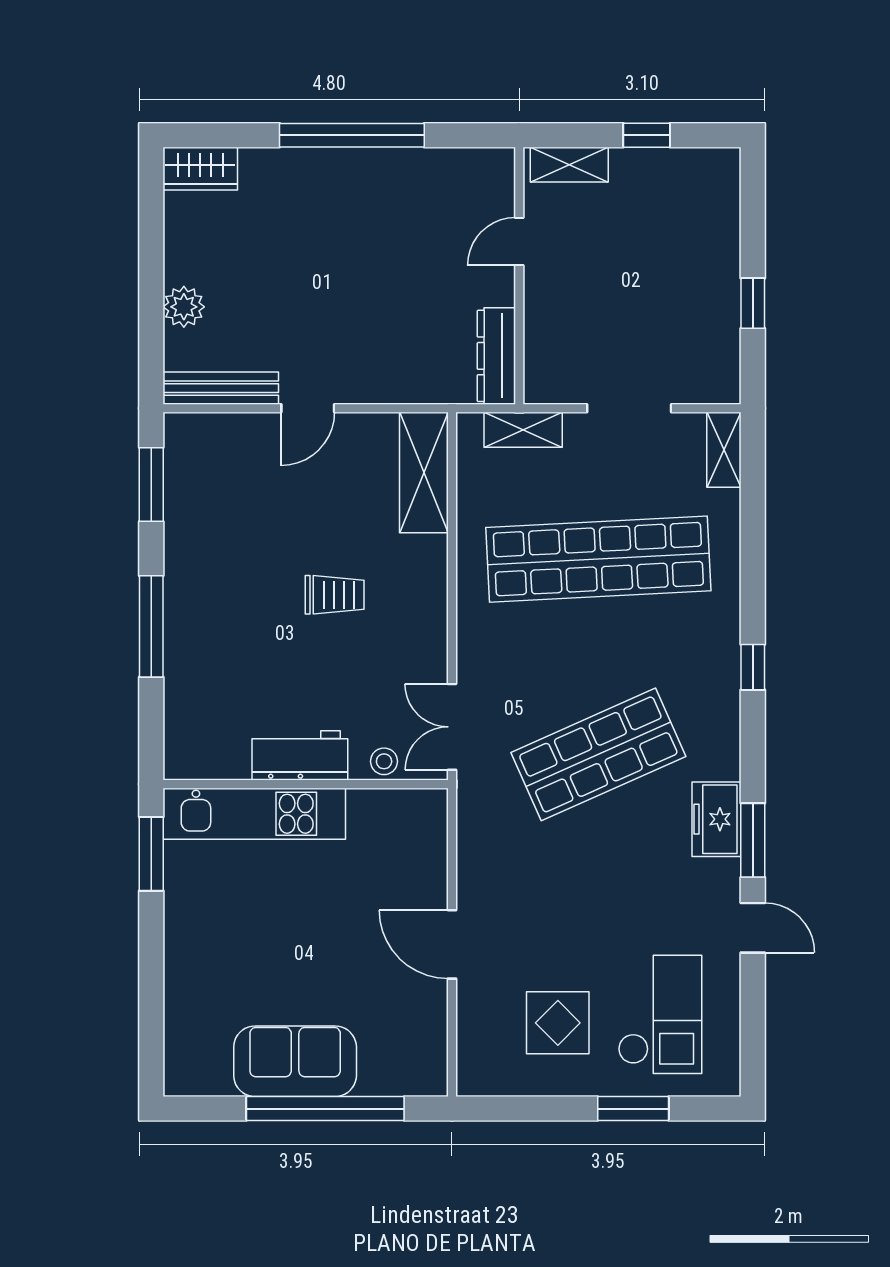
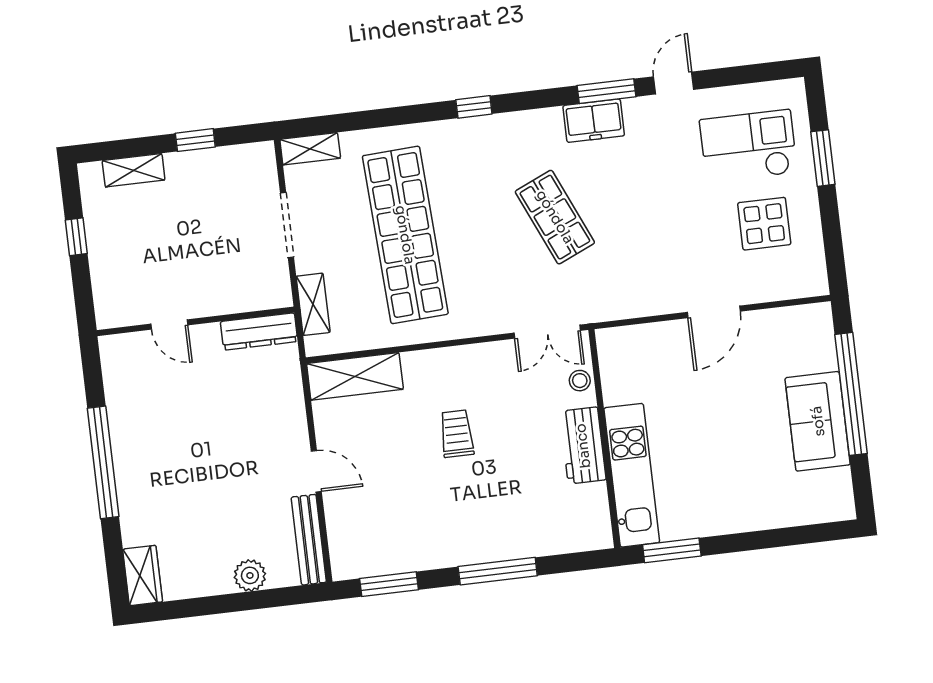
shelving: (569, 165) -> (134, 170), moved, turned 90
shop shelf: (598, 754) -> (555, 217), width x0.70, depth x0.74

